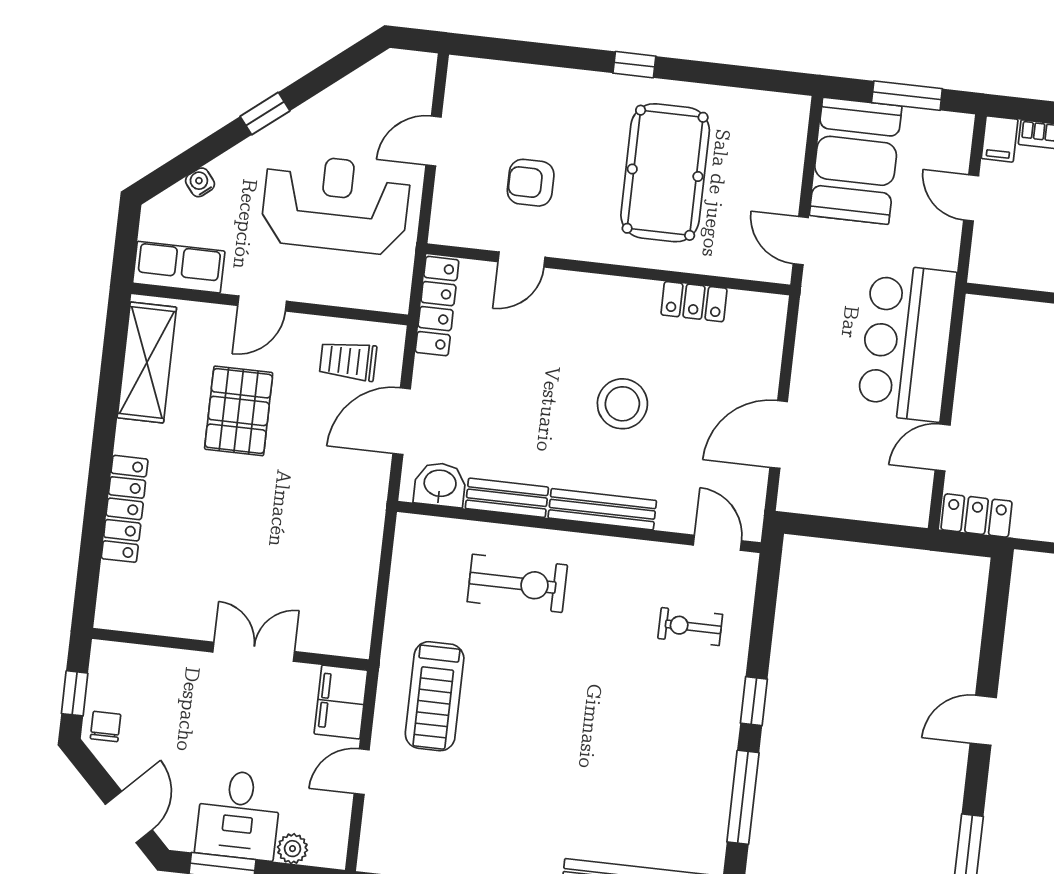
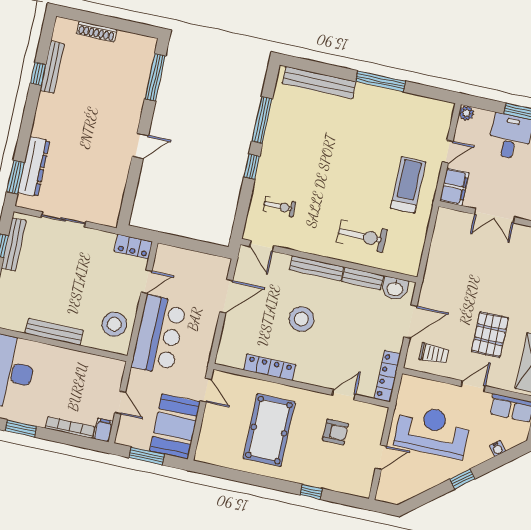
window: (634, 65) -> (311, 492), moved
reception desk: (336, 204) -> (432, 431), turned 180
locker: (694, 302) -> (270, 367), width x1.53
stool: (999, 355) -> (114, 324), added
exercise bike: (517, 583) -> (362, 236), turned 180
plant: (293, 849) -> (466, 113), moved

